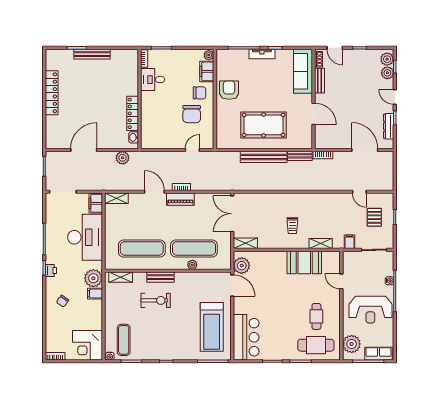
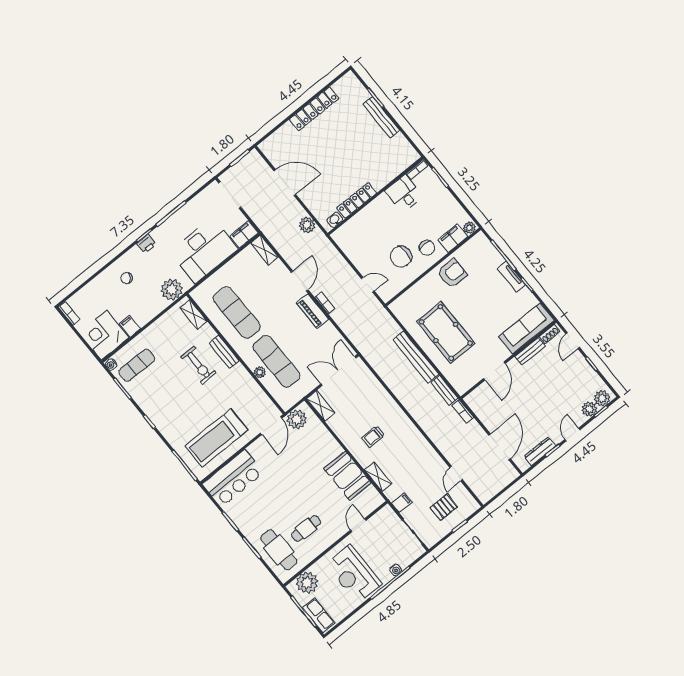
filing cabinet: (95, 294) -> (130, 326), moved

